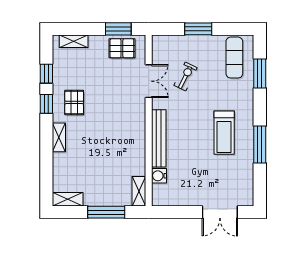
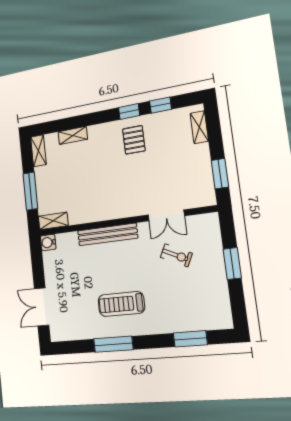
pallet: (122, 48) -> (199, 181), removed
exercise mat: (234, 58) -> (205, 308), removed
pallet: (74, 102) -> (134, 140), turned 90
shelving: (59, 137) -> (73, 135), moved
water cooler: (159, 176) -> (48, 242), moved, turned -90

